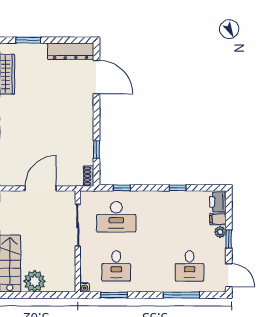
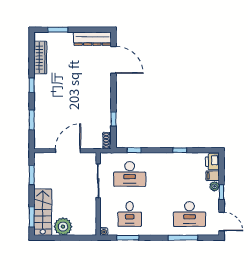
desk: (190, 266) -> (189, 214), width x1.37

